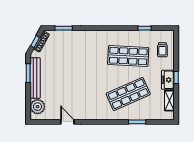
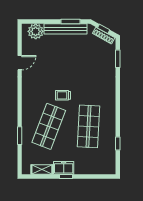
trolley: (162, 50) -> (63, 95), moved
shop shelf: (128, 94) -> (49, 126), turned 45

